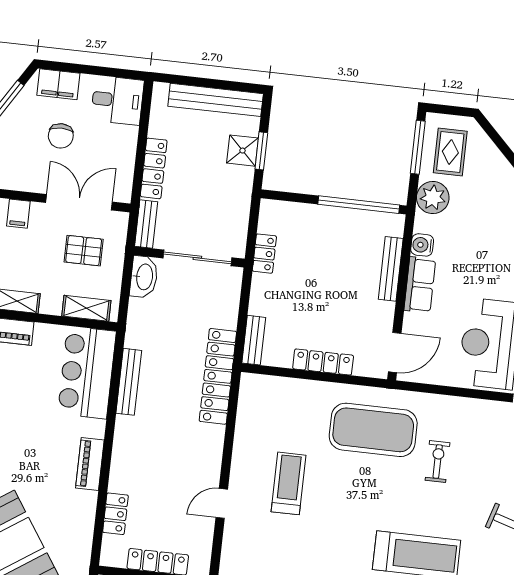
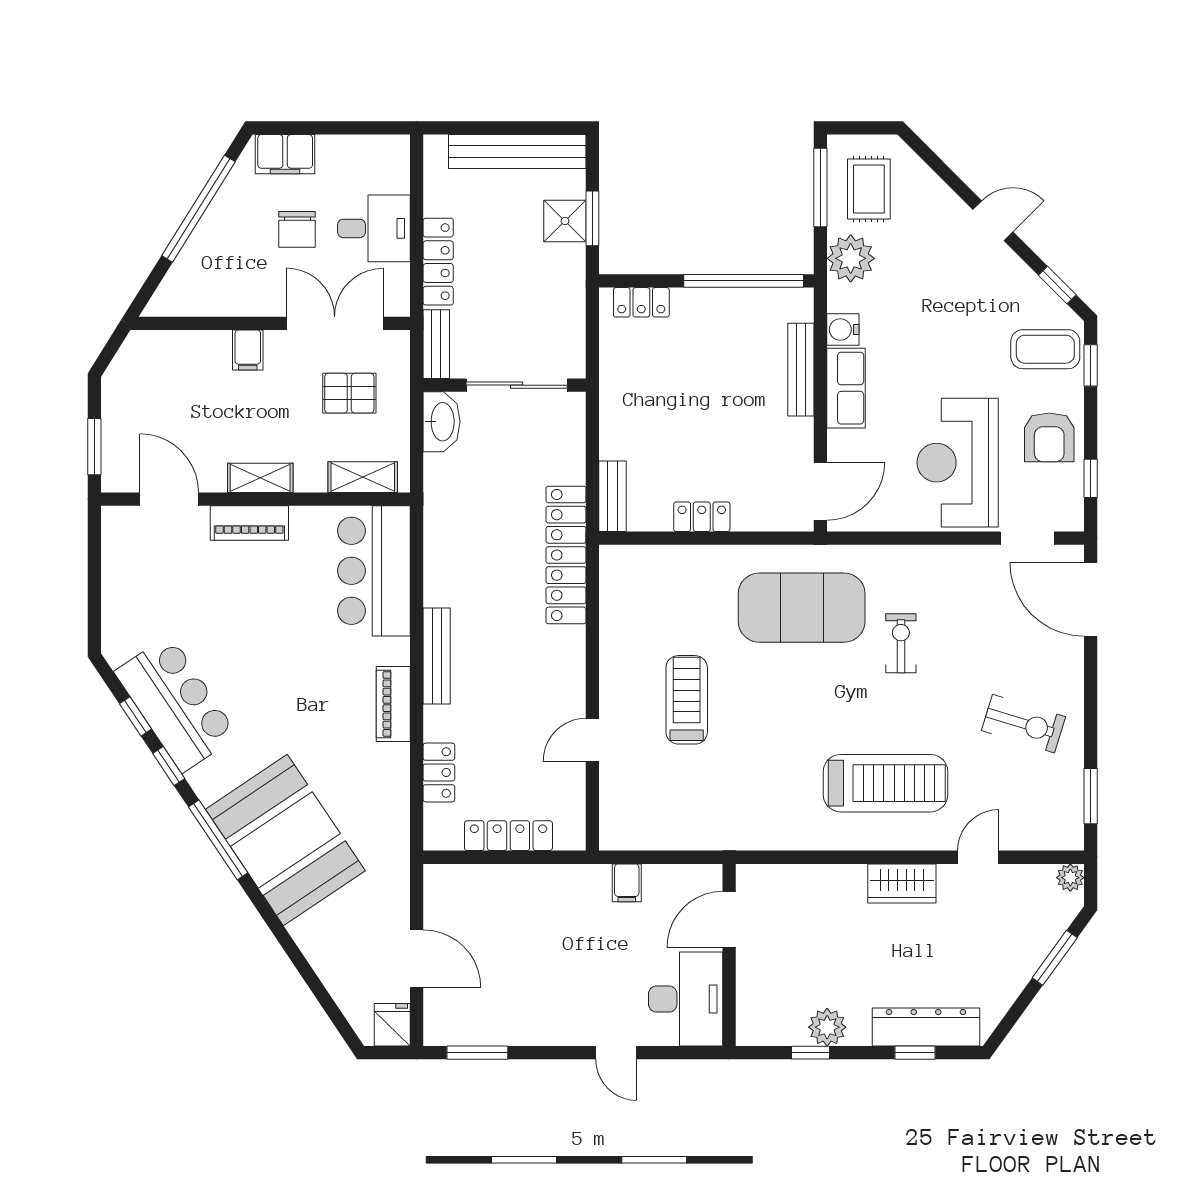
desk: (117, 100) -> (374, 228), moved
locker: (264, 254) -> (641, 302), moved, turned 90
locker: (323, 362) -> (702, 517), width x0.66
bench: (129, 382) -> (437, 656), moved

